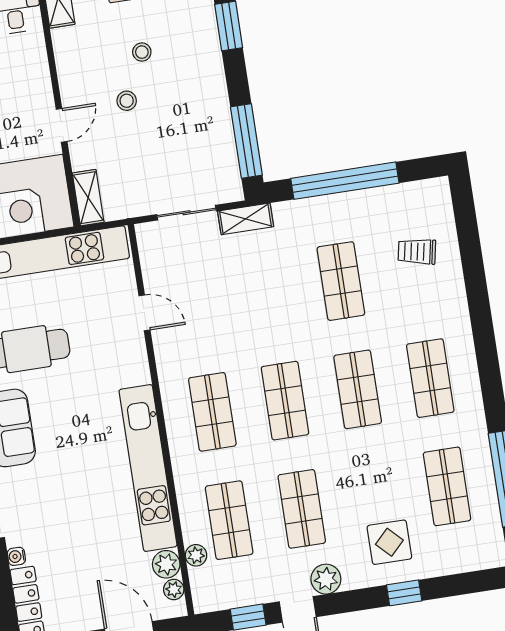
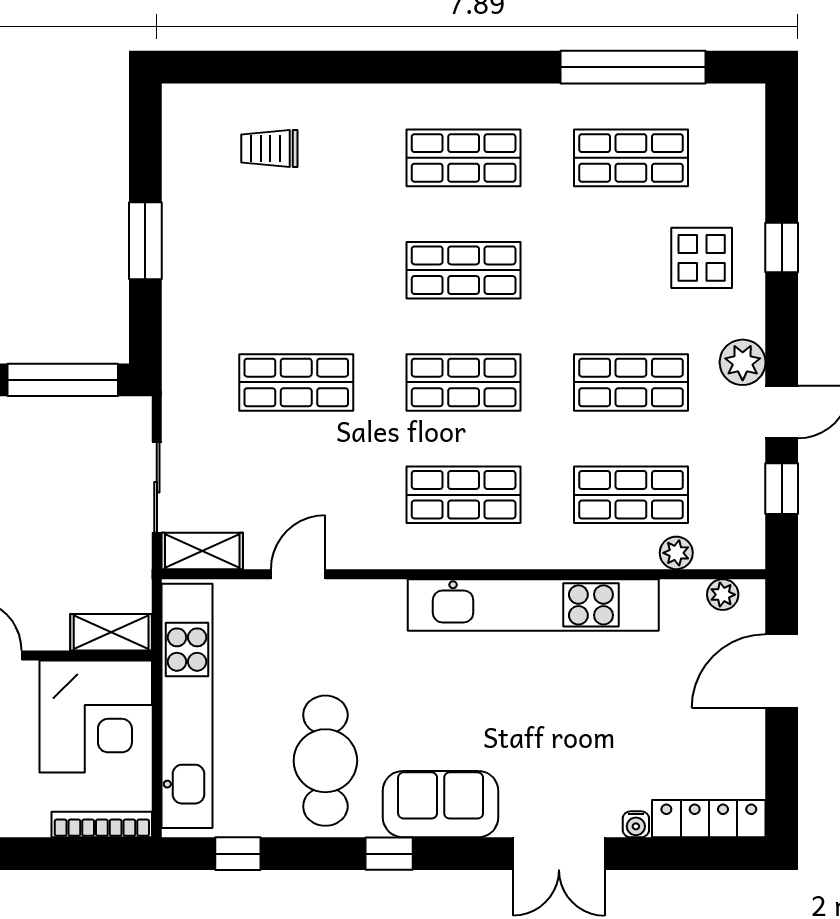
window: (345, 181) -> (145, 241), width x0.47
shelving: (246, 219) -> (202, 551), moved, turned 90
trolley: (417, 252) -> (269, 149), turned 79
shop shelf: (341, 281) -> (296, 382), moved
plant: (166, 564) -> (683, 600), removed

